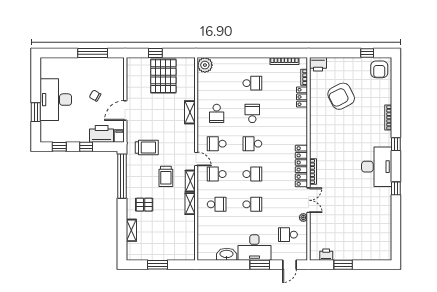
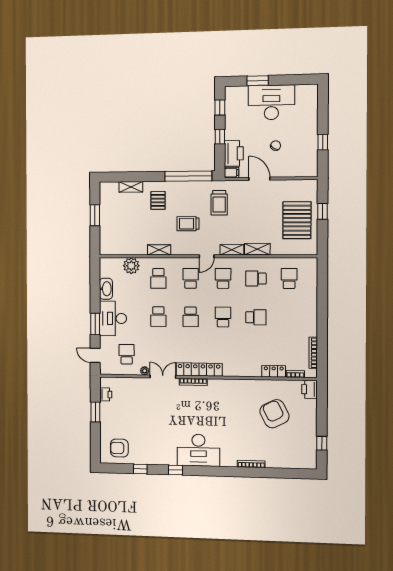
window: (93, 53) -> (323, 142), width x0.46
plant: (205, 65) -> (131, 266), moved
armchair: (379, 69) -> (119, 448), moved
pallet: (163, 76) -> (297, 220), turned 90
school desk: (252, 83) -> (289, 279), moved, turned 180
window: (396, 144) -> (140, 469), moved
shelving: (190, 181) -> (232, 250), moved
double door: (309, 200) -> (163, 377), swing flipped

